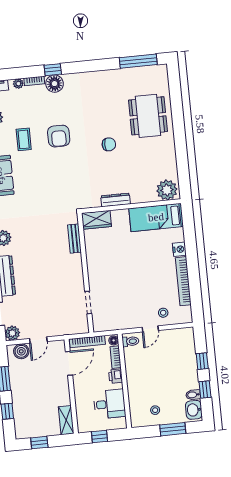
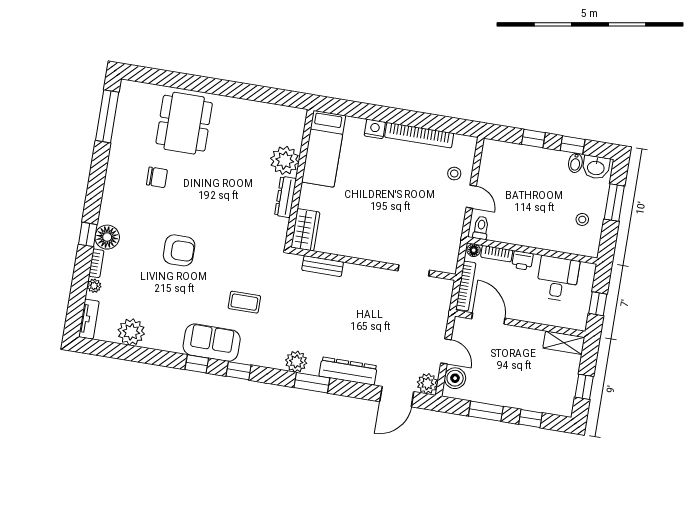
dining table: (148, 116) -> (184, 123), turned 90
coffee table: (24, 139) -> (244, 302), moved
chair: (109, 144) -> (157, 177), moved, turned 90
plant: (167, 190) -> (285, 160), moved

